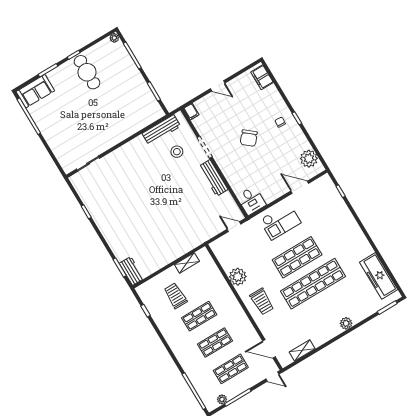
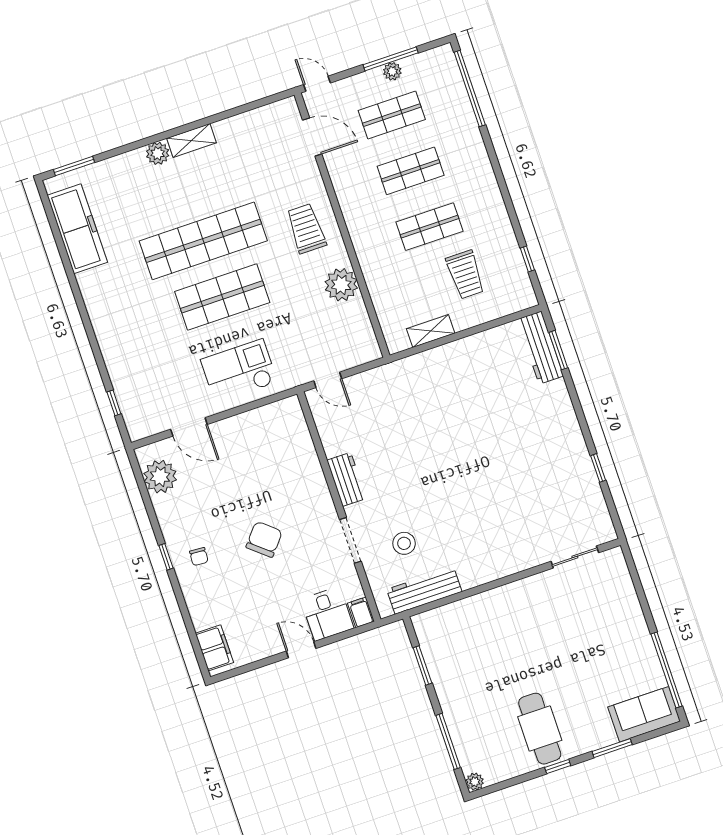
workbench: (213, 178) -> (347, 479), width x0.73
desk: (251, 201) -> (327, 614), moved, turned 180
workbench: (132, 271) -> (540, 348), width x1.38
shelving: (302, 350) -> (191, 141), moved
plant: (222, 399) -> (392, 71), moved

